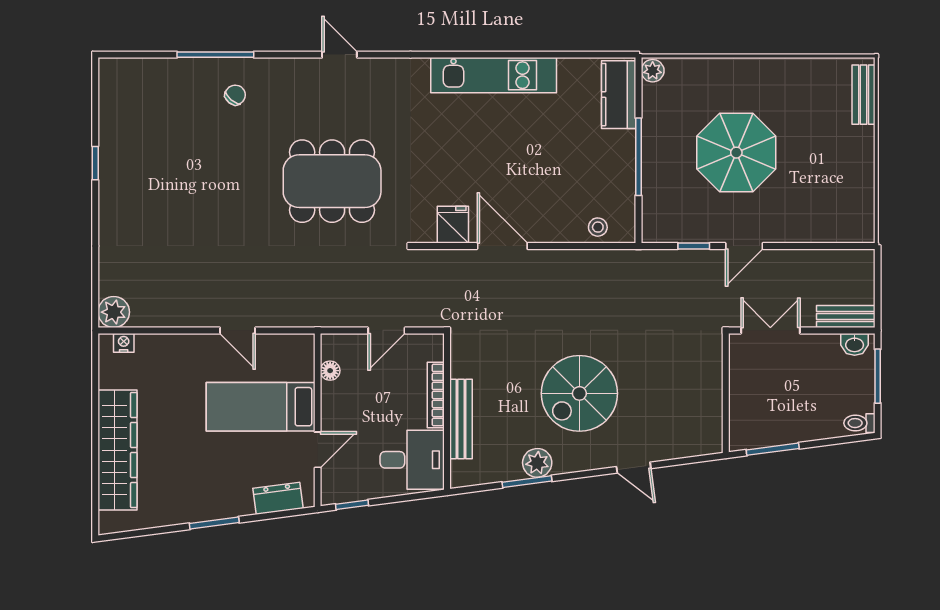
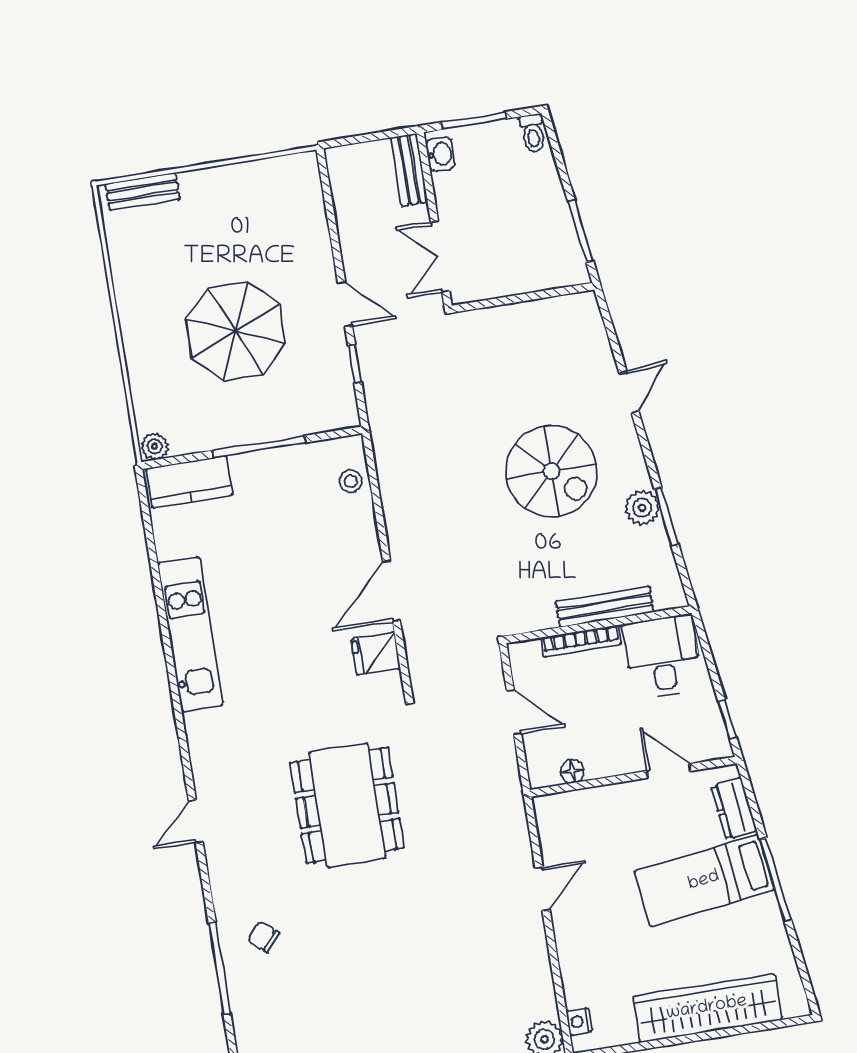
bed: (261, 407) -> (704, 881), moved, turned 82
window: (214, 523) -> (775, 879), width x1.44

